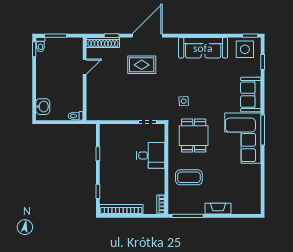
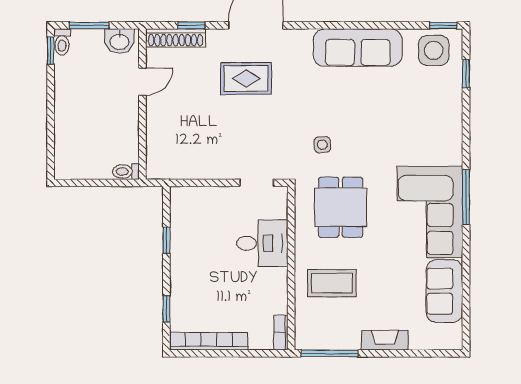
sofa: (251, 95) -> (444, 291), moved
washbasin: (43, 107) -> (119, 41), moved, turned 90

